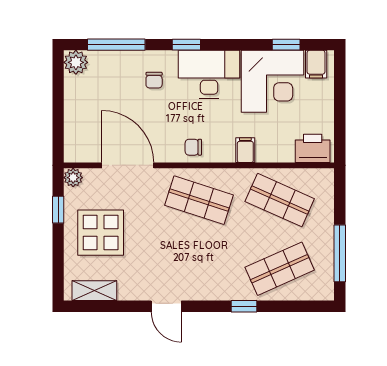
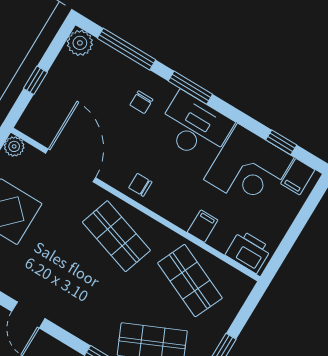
window: (186, 45) -> (190, 88), width x1.50
window: (58, 114) -> (35, 80), added
filing cabinet: (245, 150) -> (203, 226), moved

